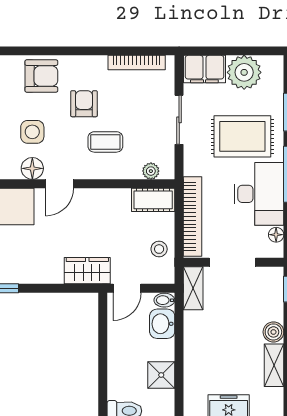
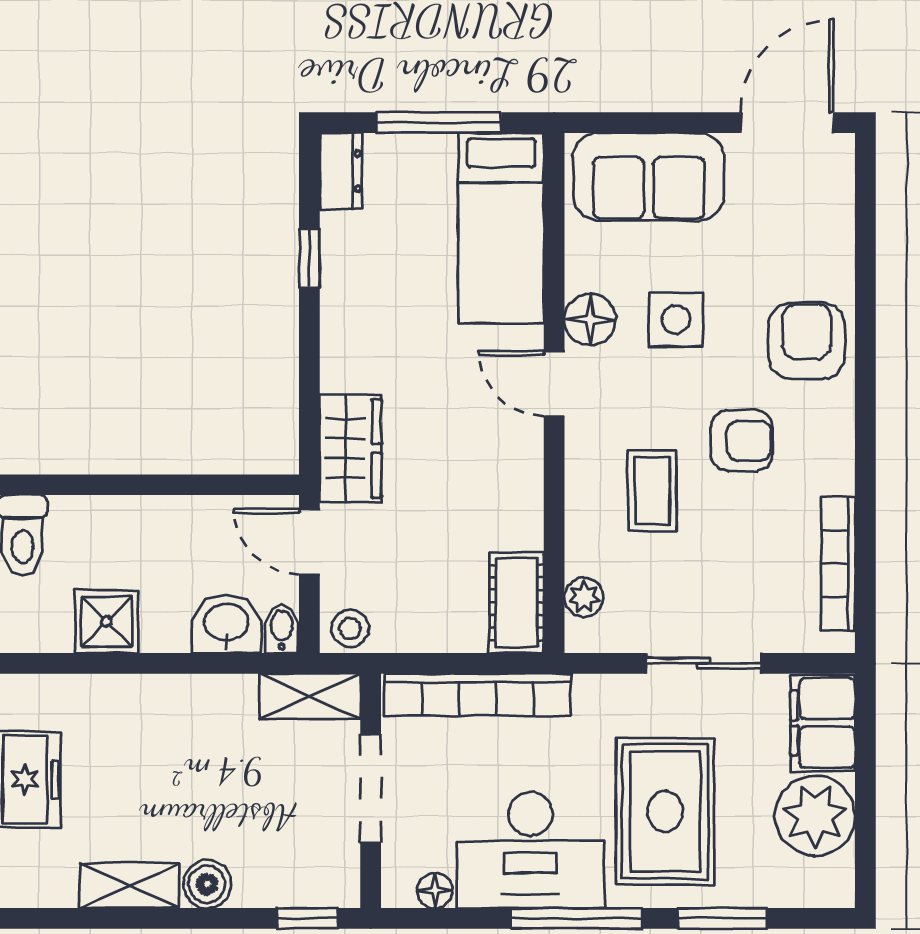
armchair: (41, 76) -> (807, 341), turned 180
stool: (159, 249) -> (350, 628), moved

